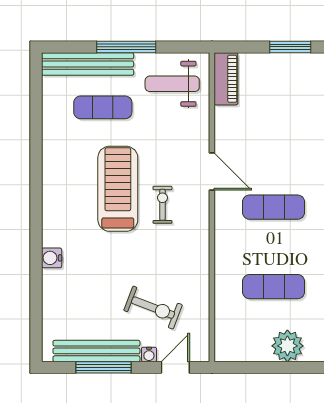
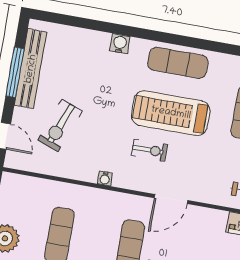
treadmill: (118, 189) -> (171, 113), turned 180
exercise mat: (61, 191) -> (178, 63), added
water cooler: (149, 354) -> (105, 179), moved, turned -90

